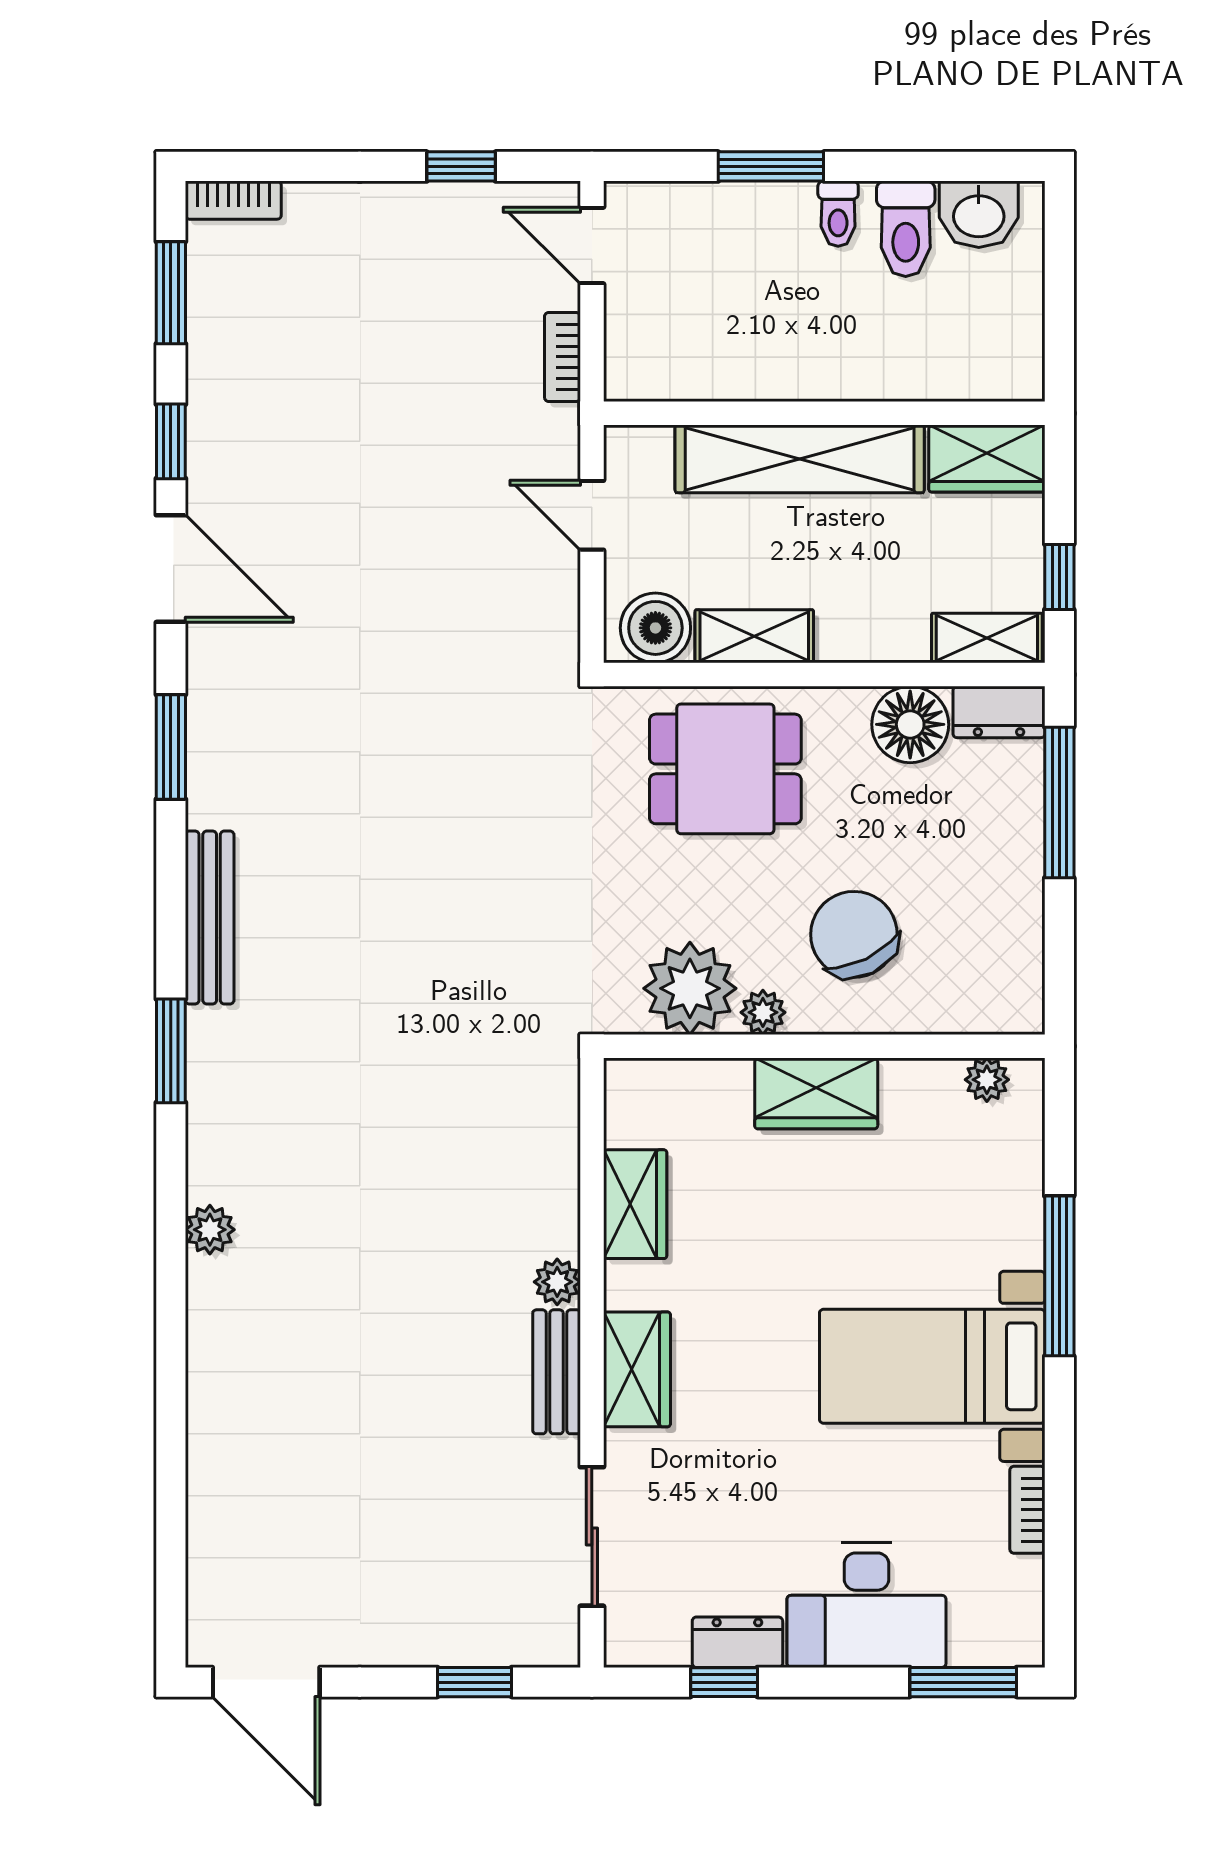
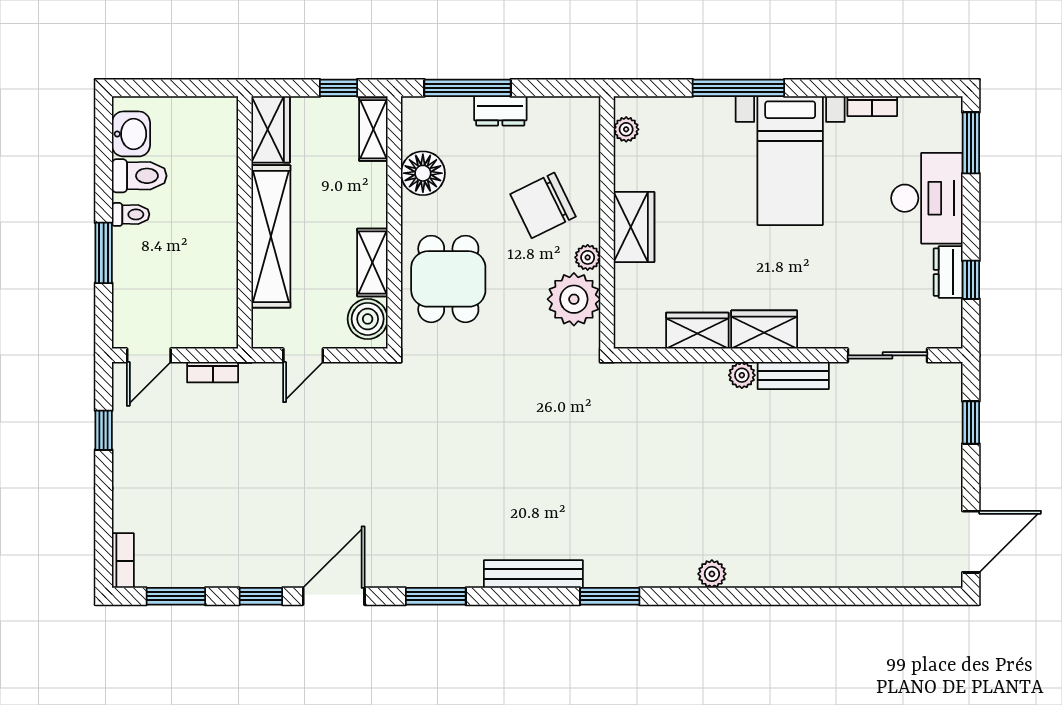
dresser: (999, 712) -> (500, 111), moved, turned 90
wardrobe: (637, 1369) -> (764, 330), moved

